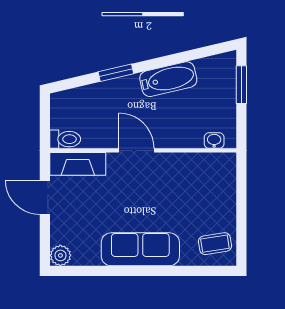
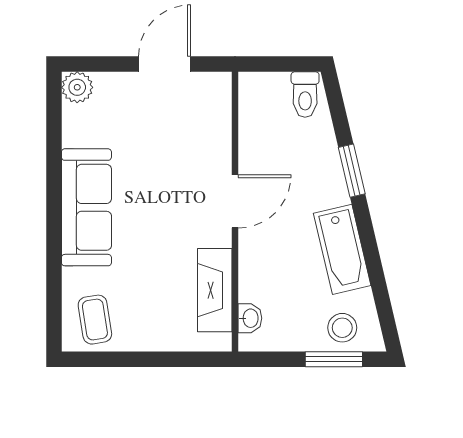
stool: (220, 79) -> (342, 328), added
toilet: (65, 139) -> (305, 94), moved
fireplace: (78, 164) -> (215, 290), moved

